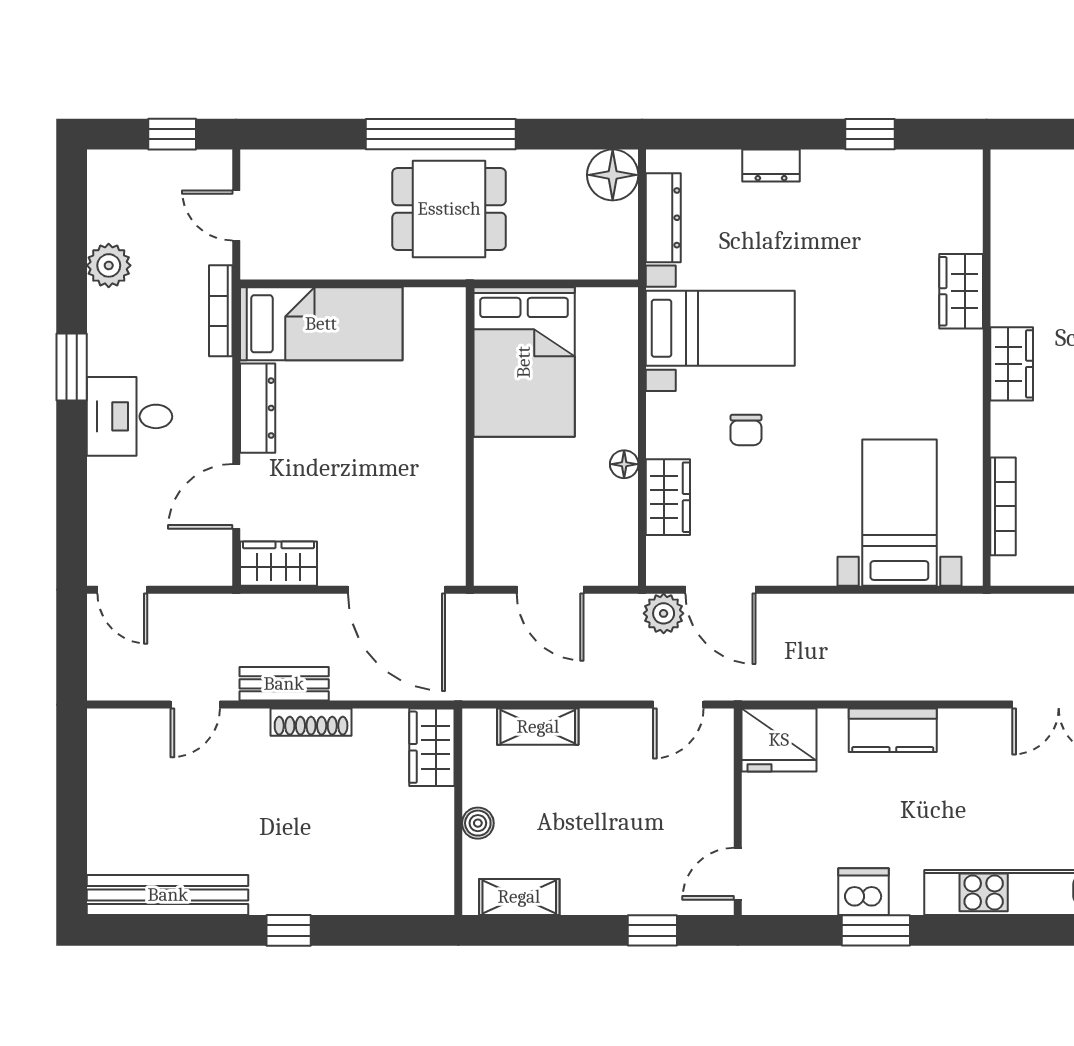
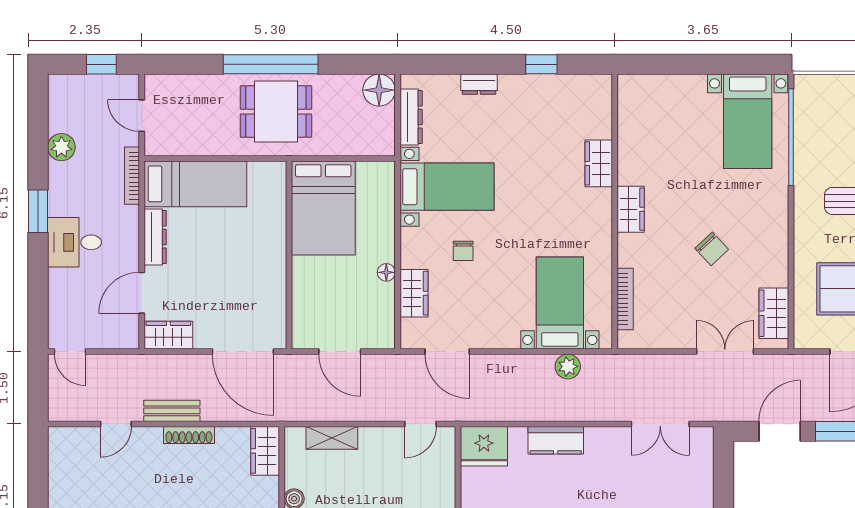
plant: (664, 613) -> (568, 366), moved

